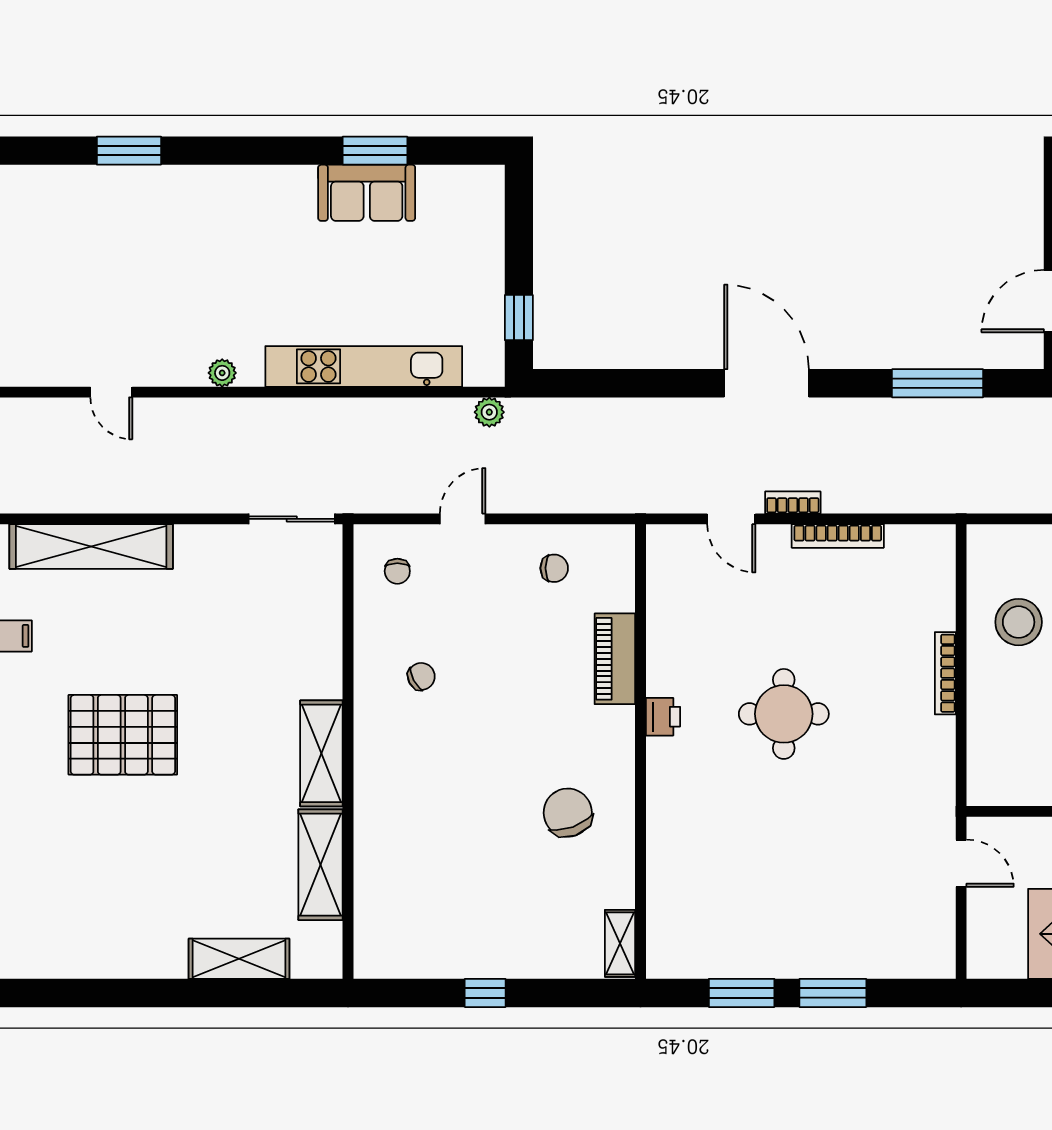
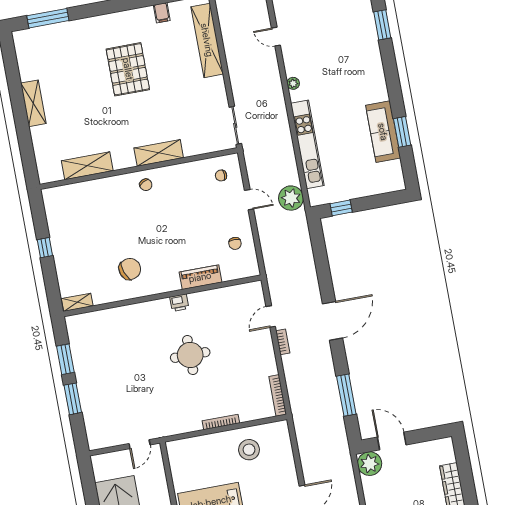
sofa: (367, 193) -> (383, 132), width x1.36
door: (111, 392) -> (276, 37), hinge flipped
plant: (489, 412) -> (291, 198), width x1.88, depth x1.88
bookcase: (838, 536) -> (278, 395), moved
chair: (421, 676) -> (146, 185), moved
shelving: (321, 753) -> (159, 153), moved
shelving: (239, 959) -> (33, 103), moved

